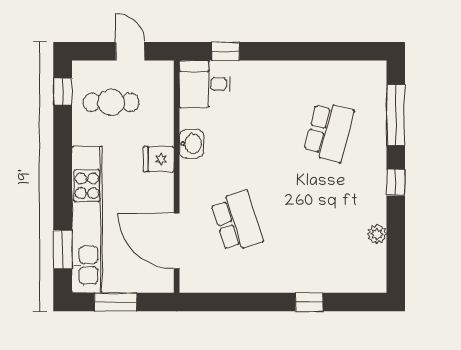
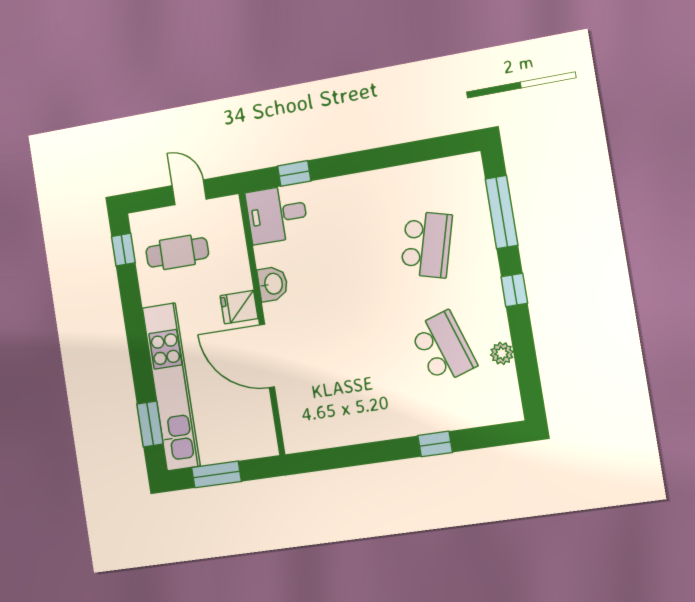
school desk: (237, 221) -> (443, 347), moved
door: (177, 241) -> (267, 356), moved

